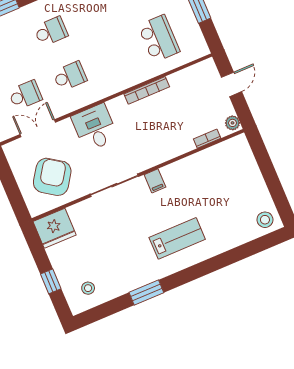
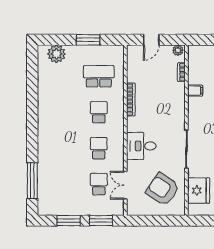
school desk: (51, 31) -> (99, 112), moved
door: (232, 84) -> (151, 40), swing flipped
filing cabinet: (155, 181) -> (195, 91), moved
fridge: (55, 228) -> (199, 191), moved

